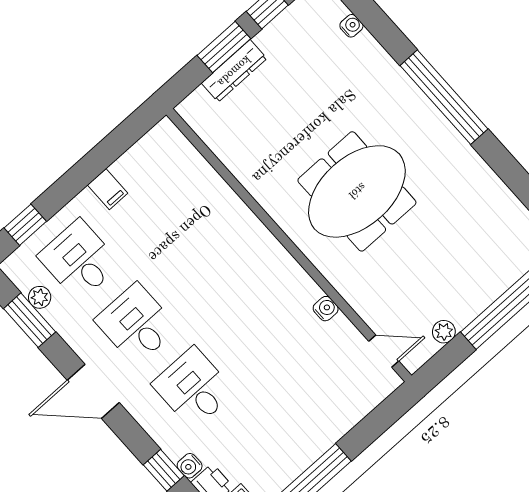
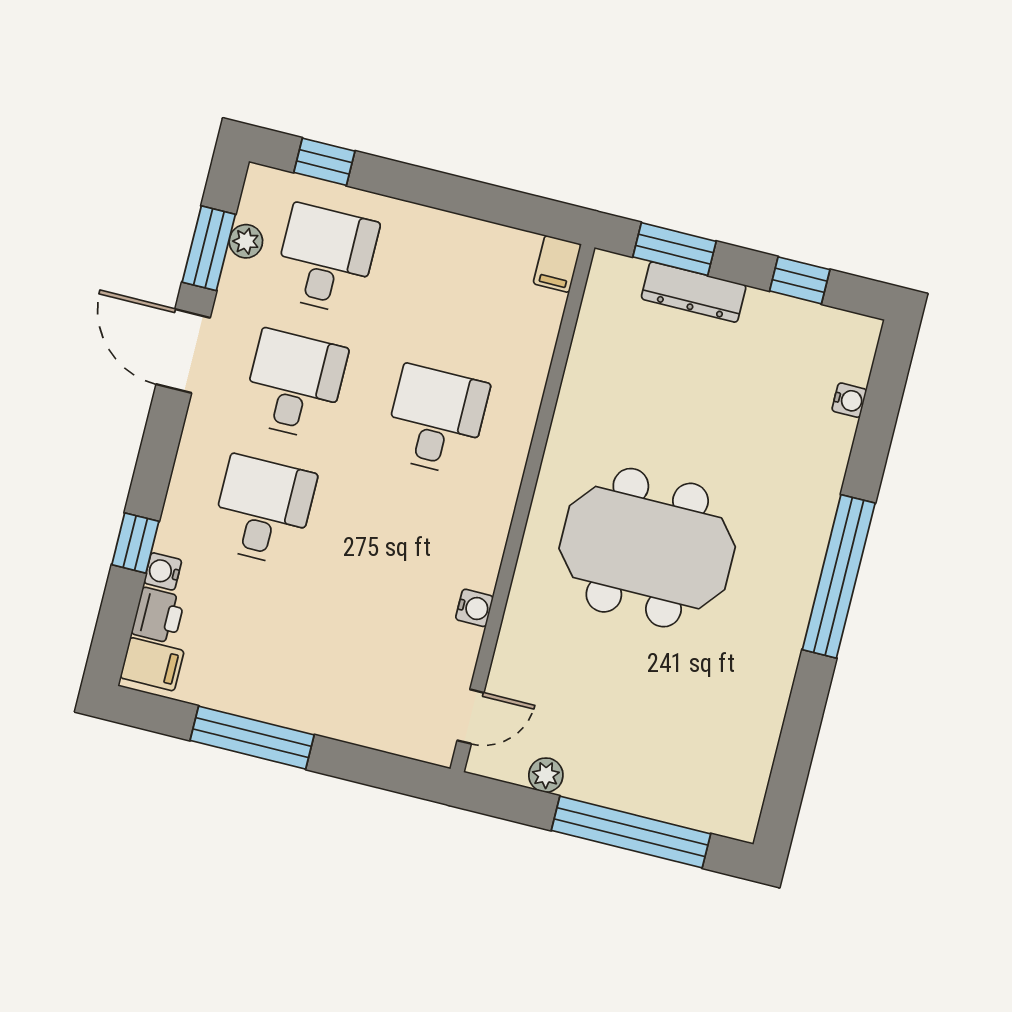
window: (224, 47) -> (674, 249), moved
filing cabinet: (108, 189) -> (557, 264), moved
desk: (208, 260) -> (436, 420), added
door: (384, 351) -> (471, 717), hinge flipped
door: (93, 391) -> (183, 351), moved

